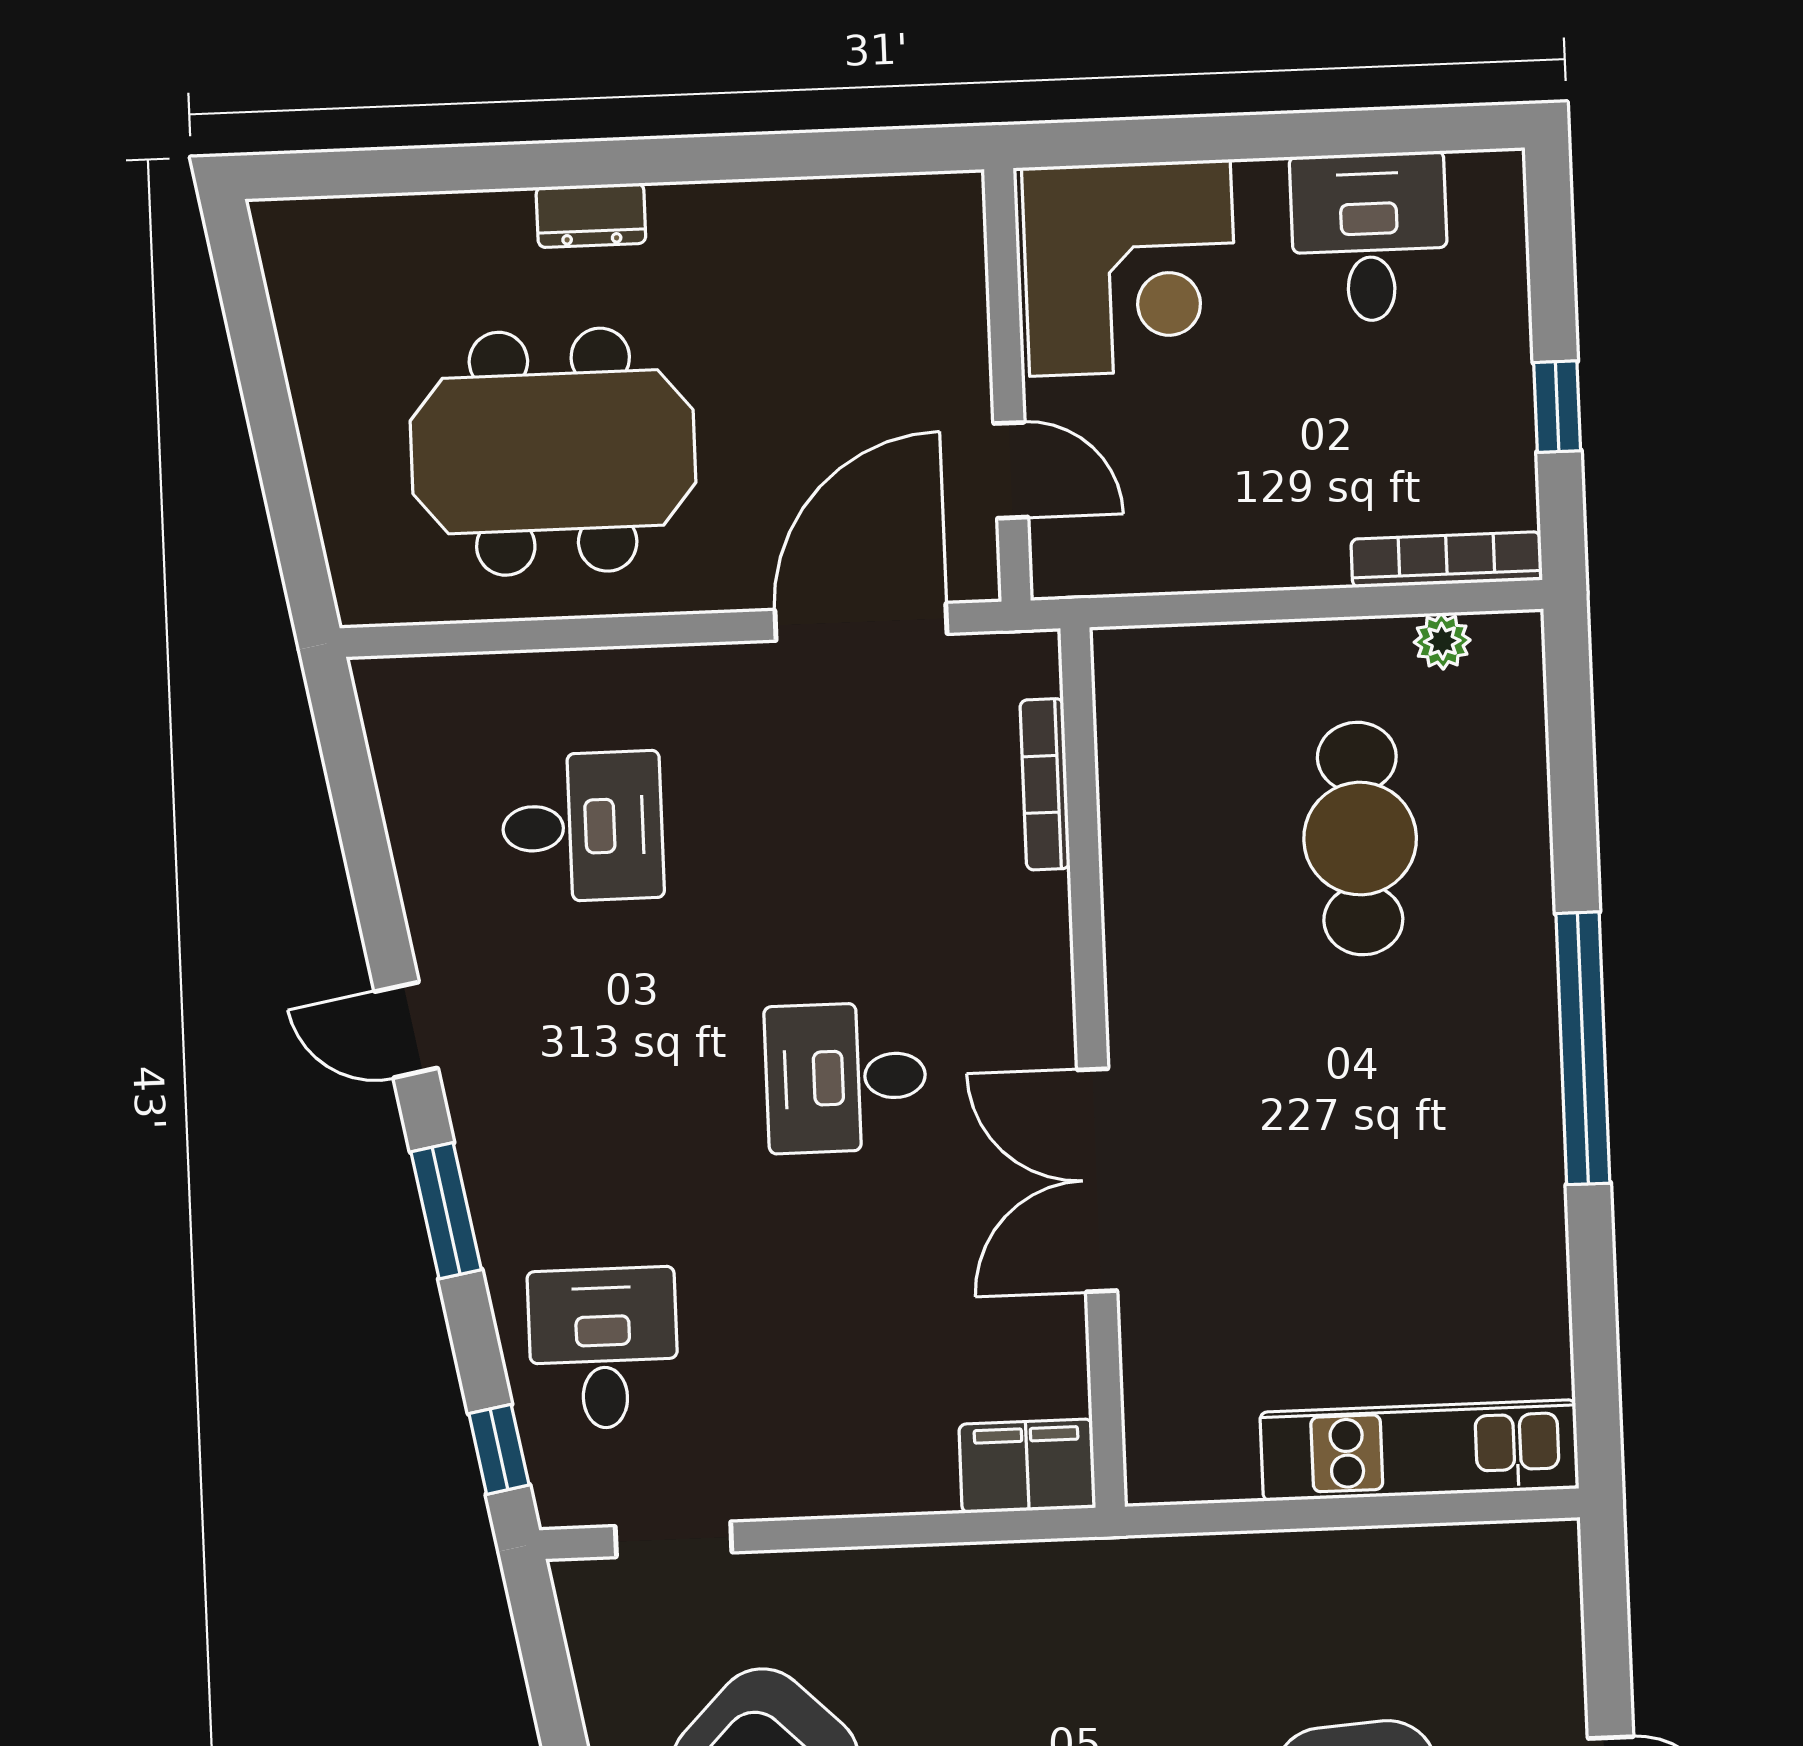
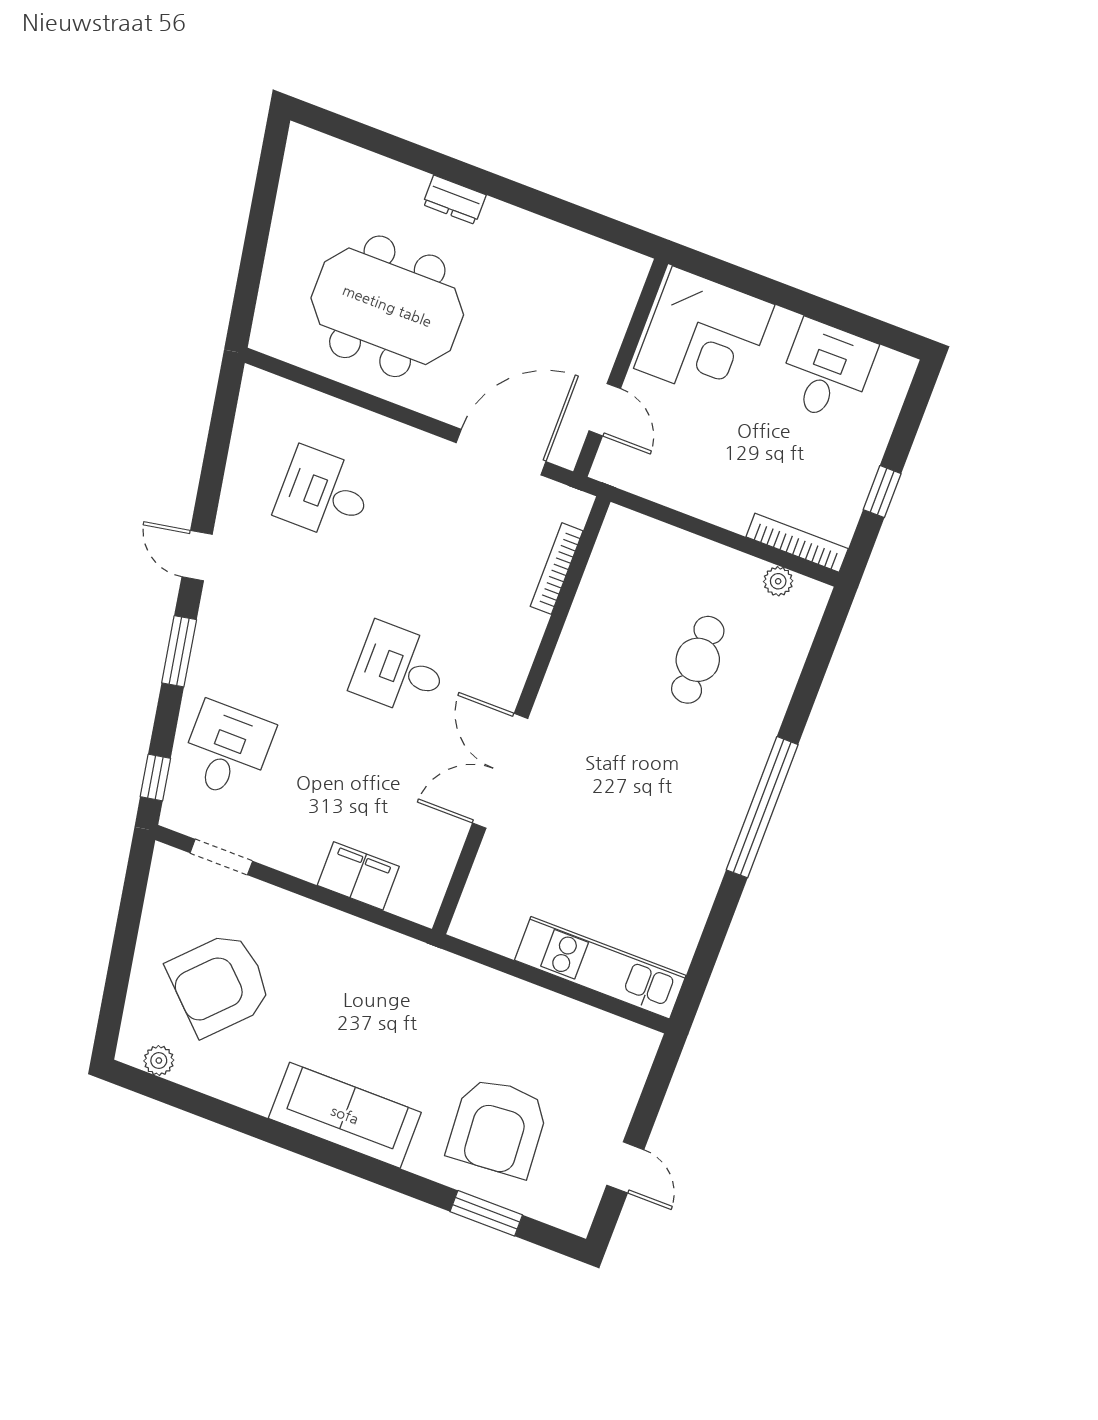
desk: (582, 827) -> (324, 494), turned 180
cafe table: (1360, 839) -> (698, 660), width x0.73, depth x0.74
filing cabinet: (1027, 1466) -> (358, 876), moved

